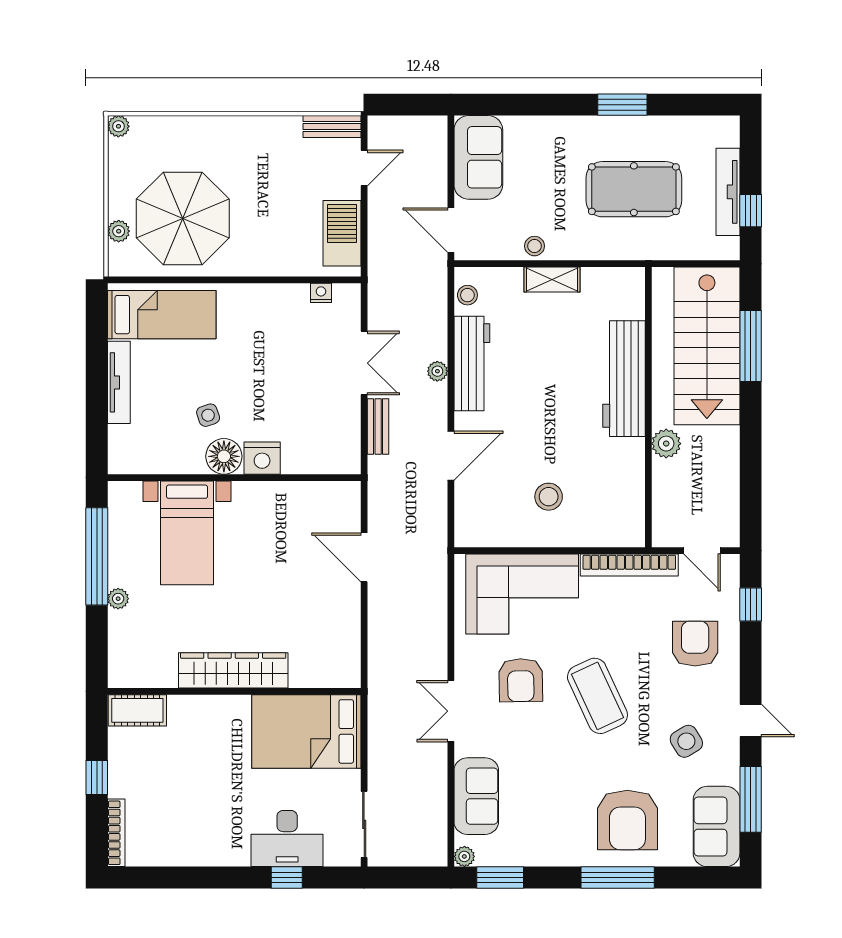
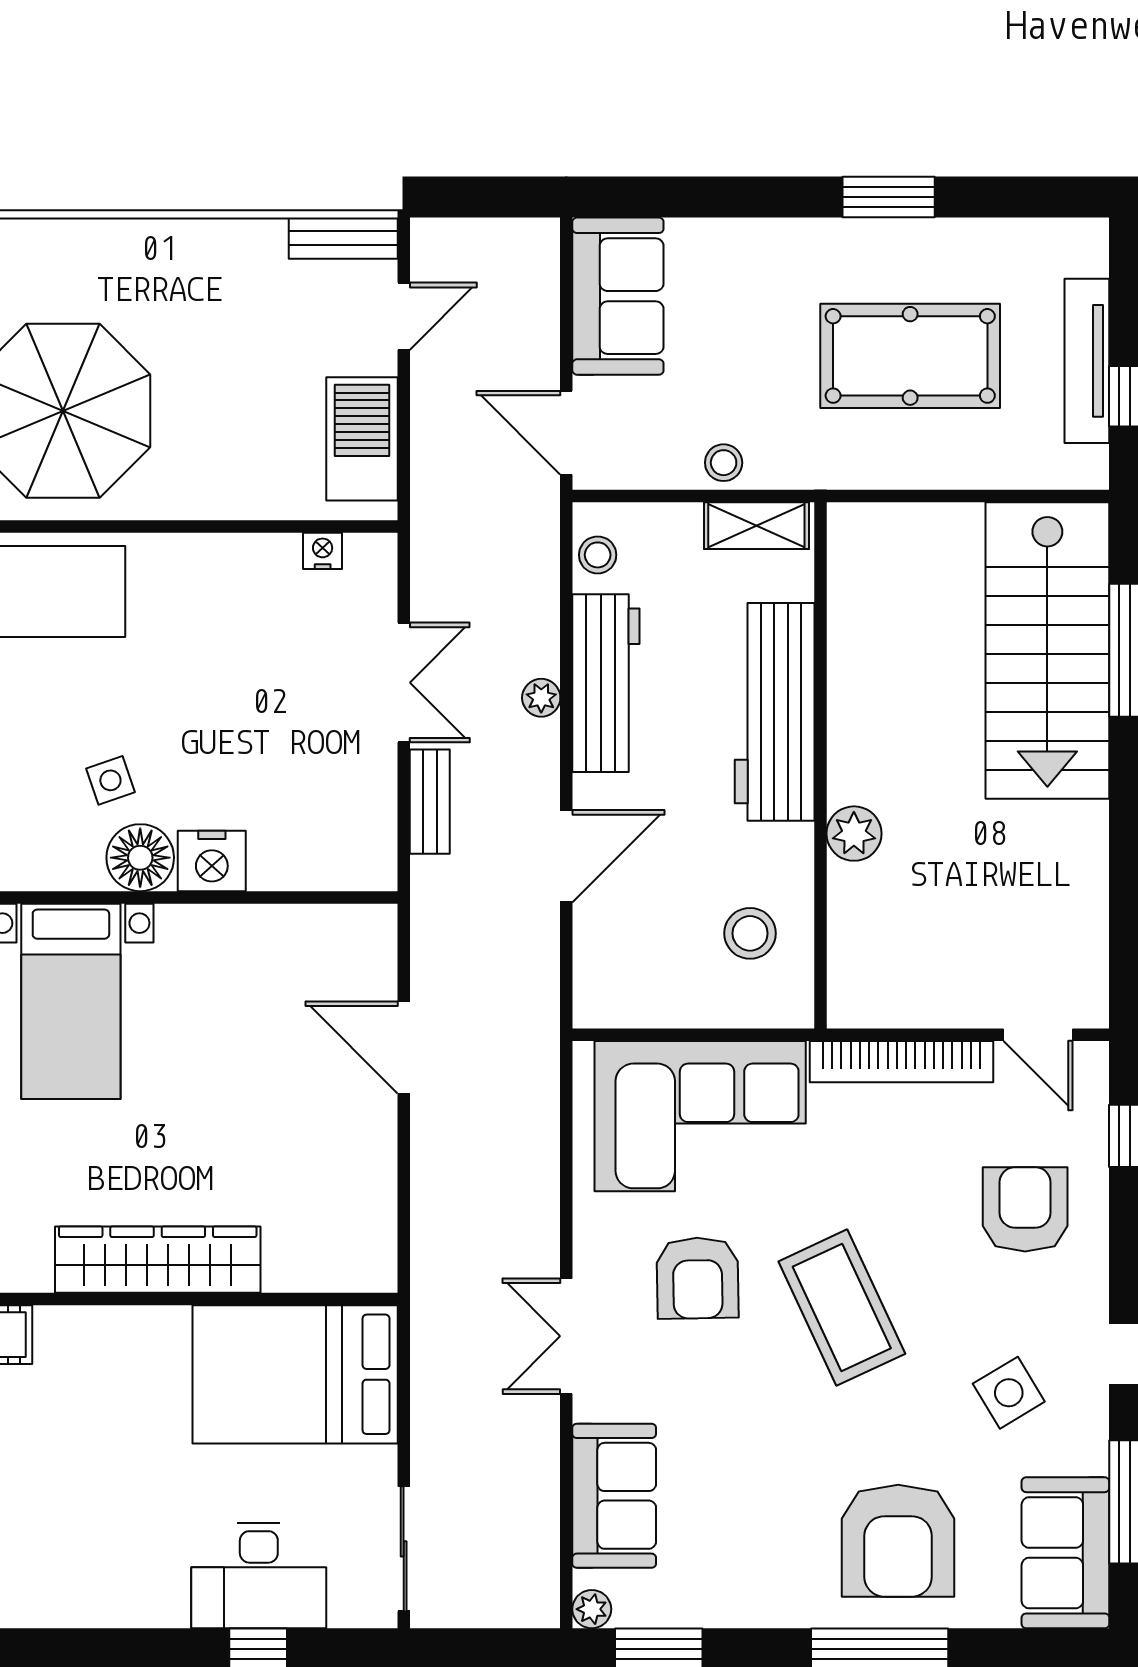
workbench: (624, 379) -> (775, 712), moved
wall: (648, 407) -> (820, 765), moved
plant: (666, 444) -> (854, 834), moved

